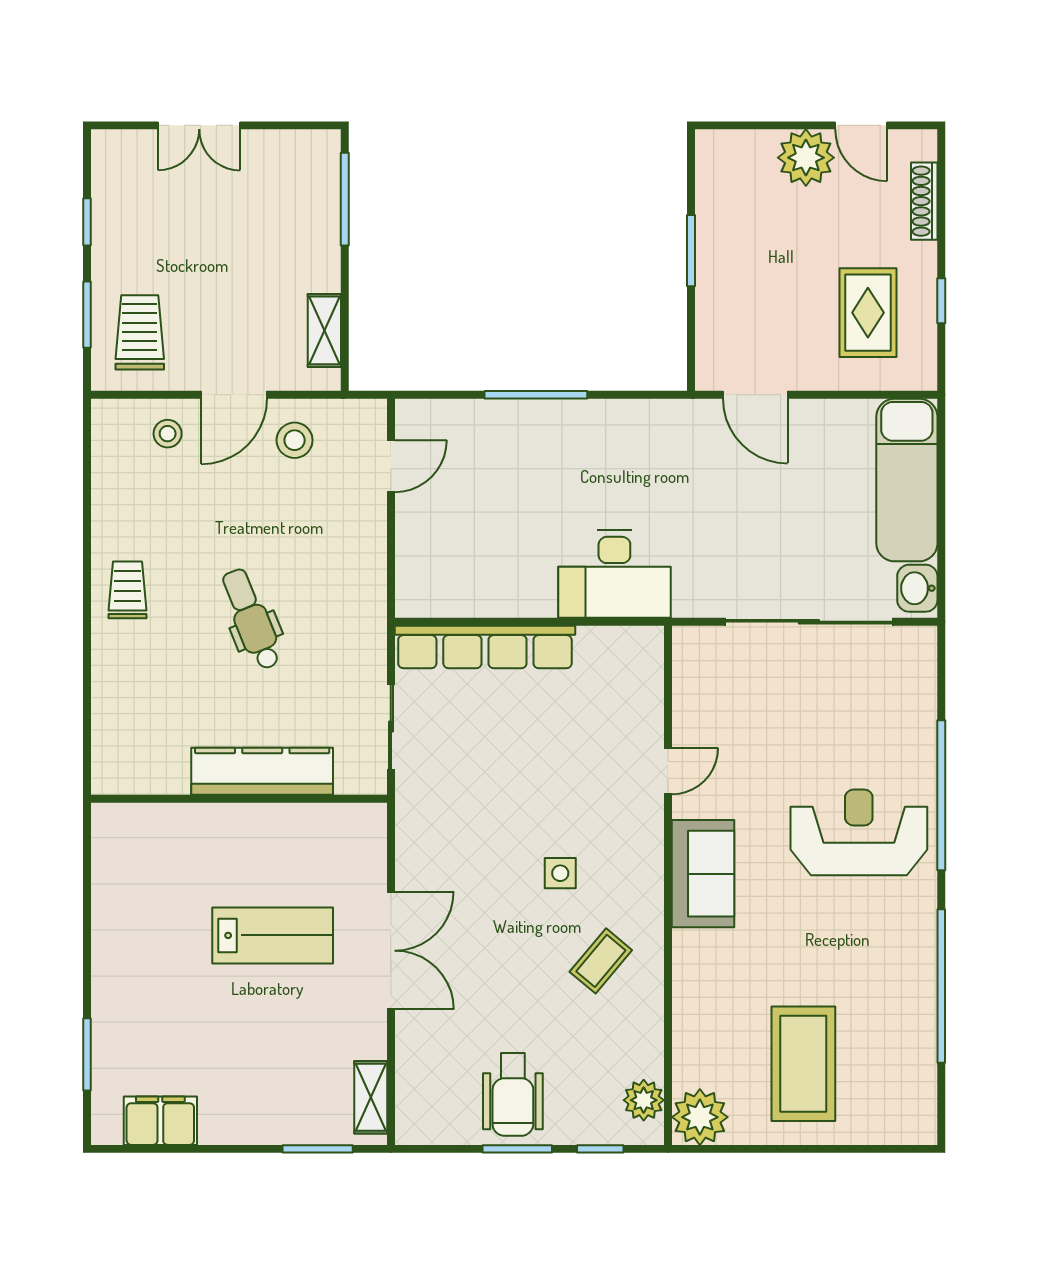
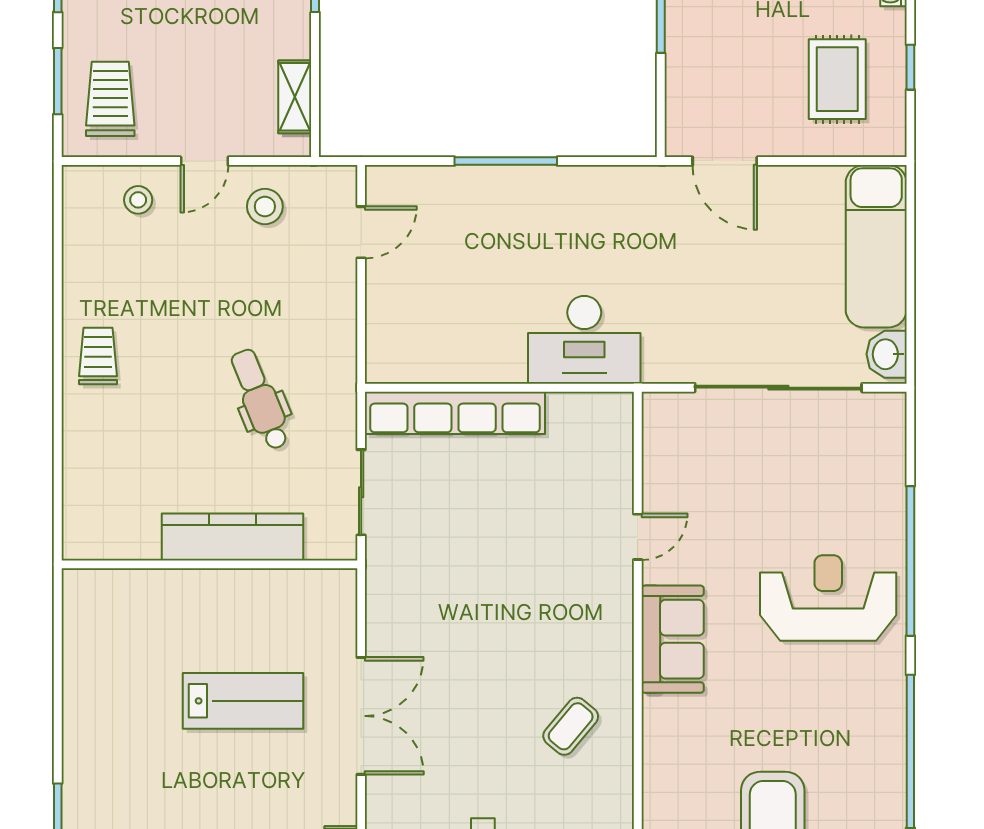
door: (234, 395) -> (204, 161), width x0.73
dental chair: (251, 619) -> (260, 399), moved
side table: (560, 873) -> (530, 639), removed

